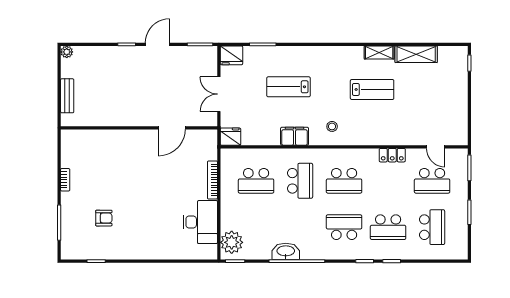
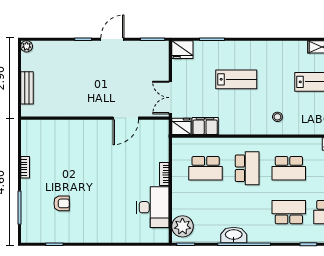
lab bench: (288, 87) -> (236, 79), turned 180
double door: (219, 94) -> (170, 98), moved
filing cabinet: (295, 136) -> (205, 126), moved
bookcase: (212, 180) -> (164, 174), width x0.64

